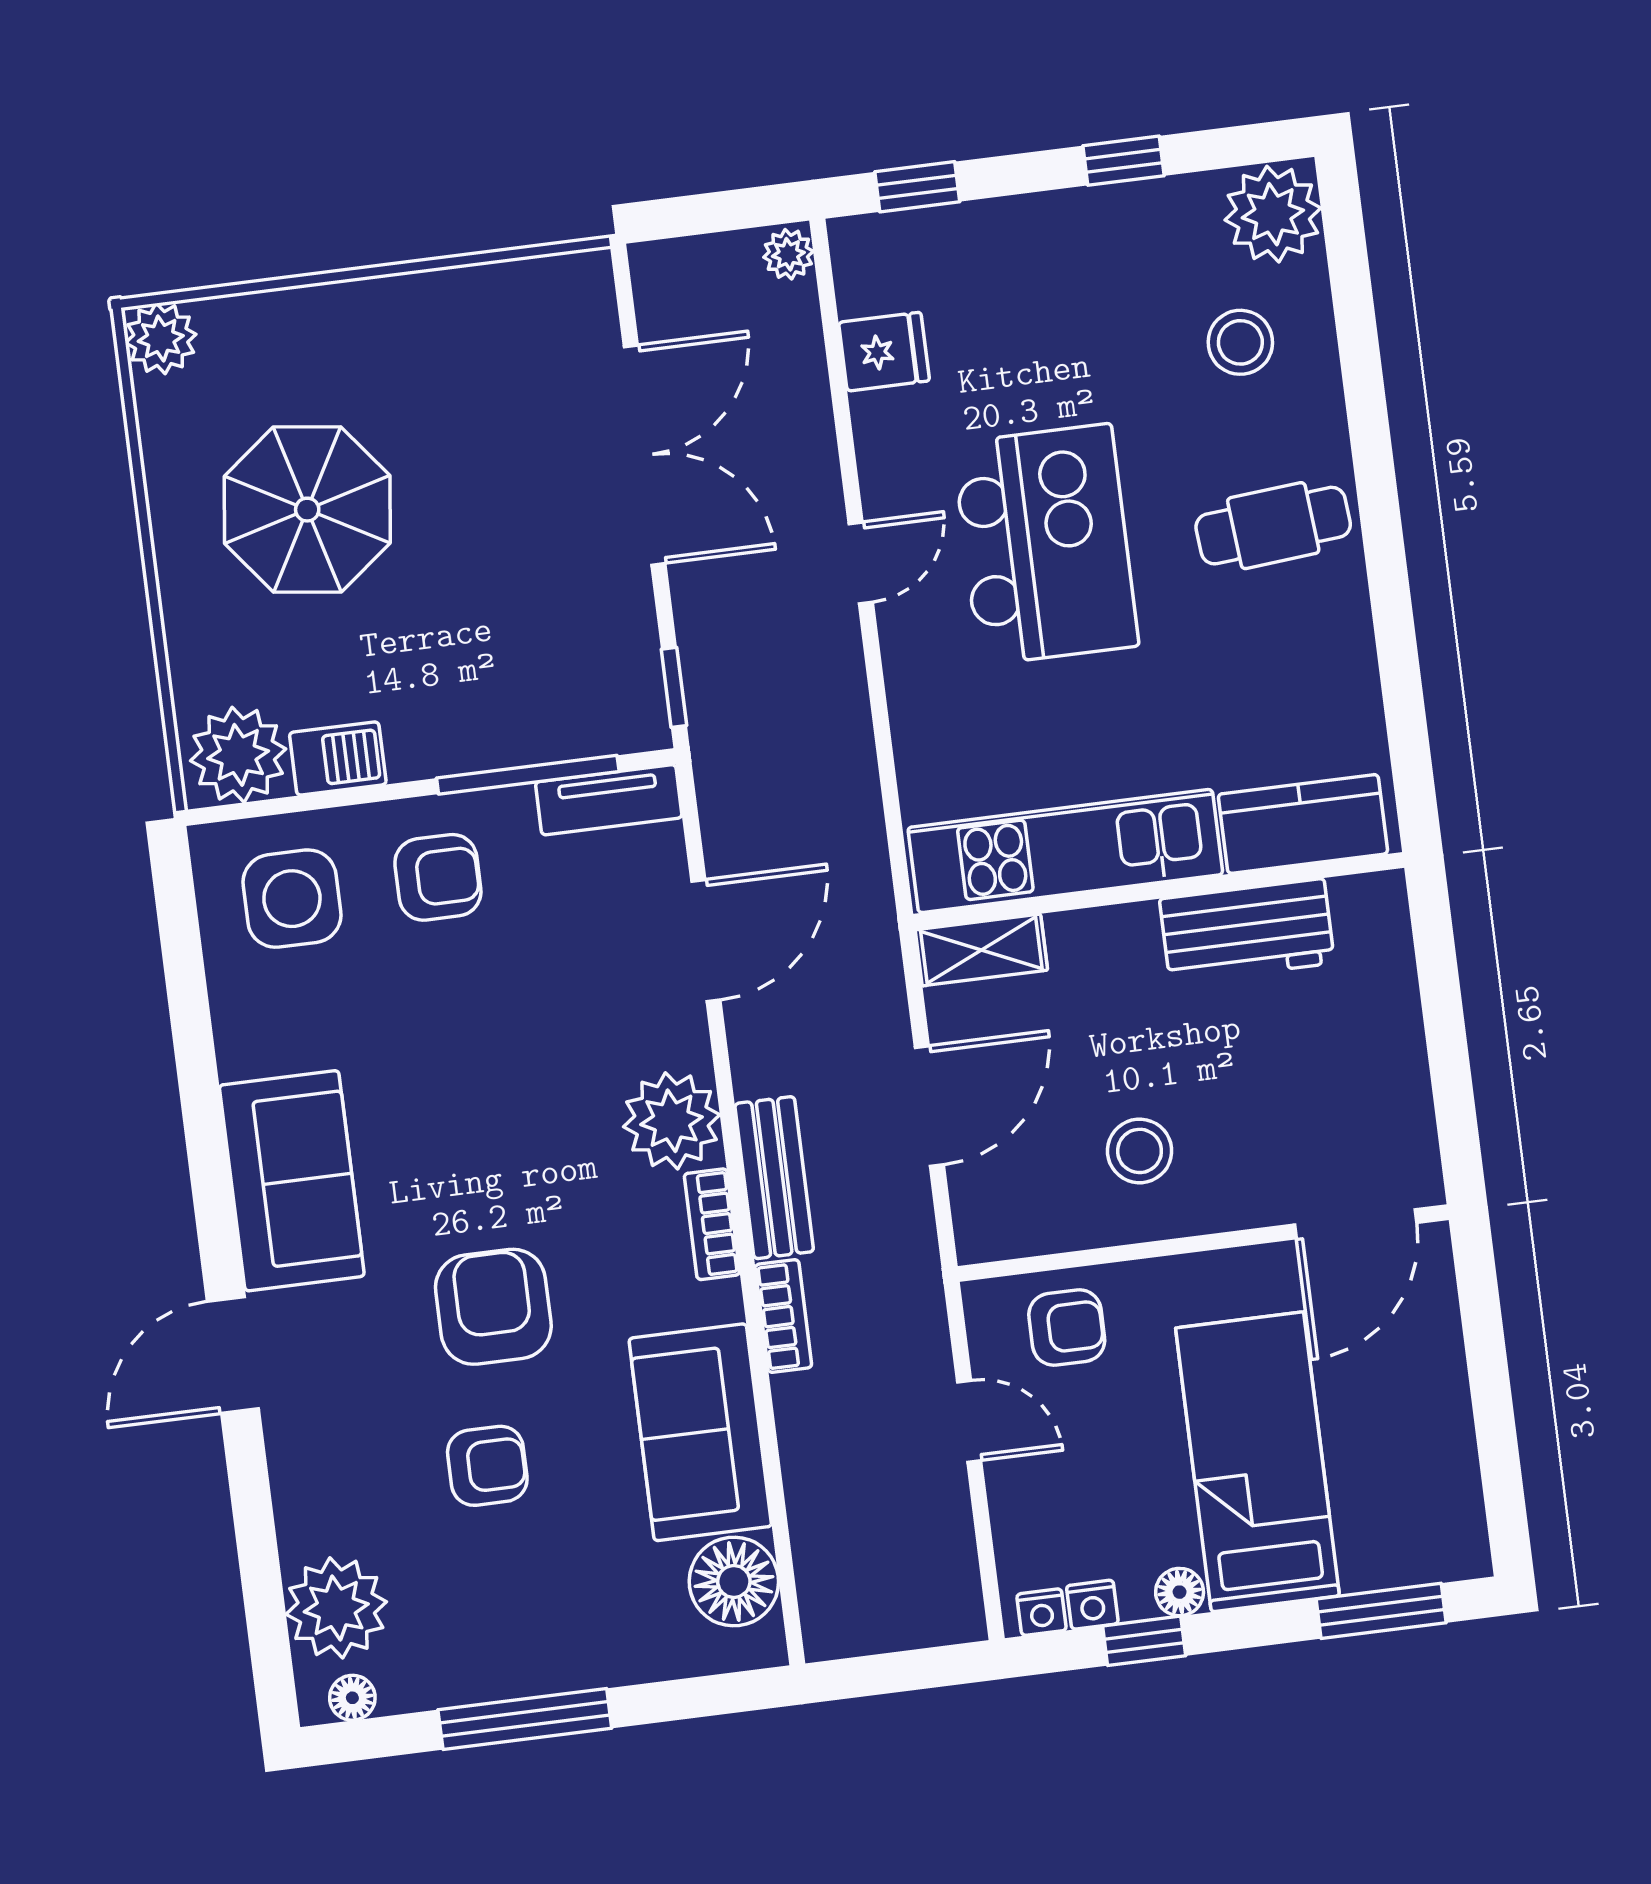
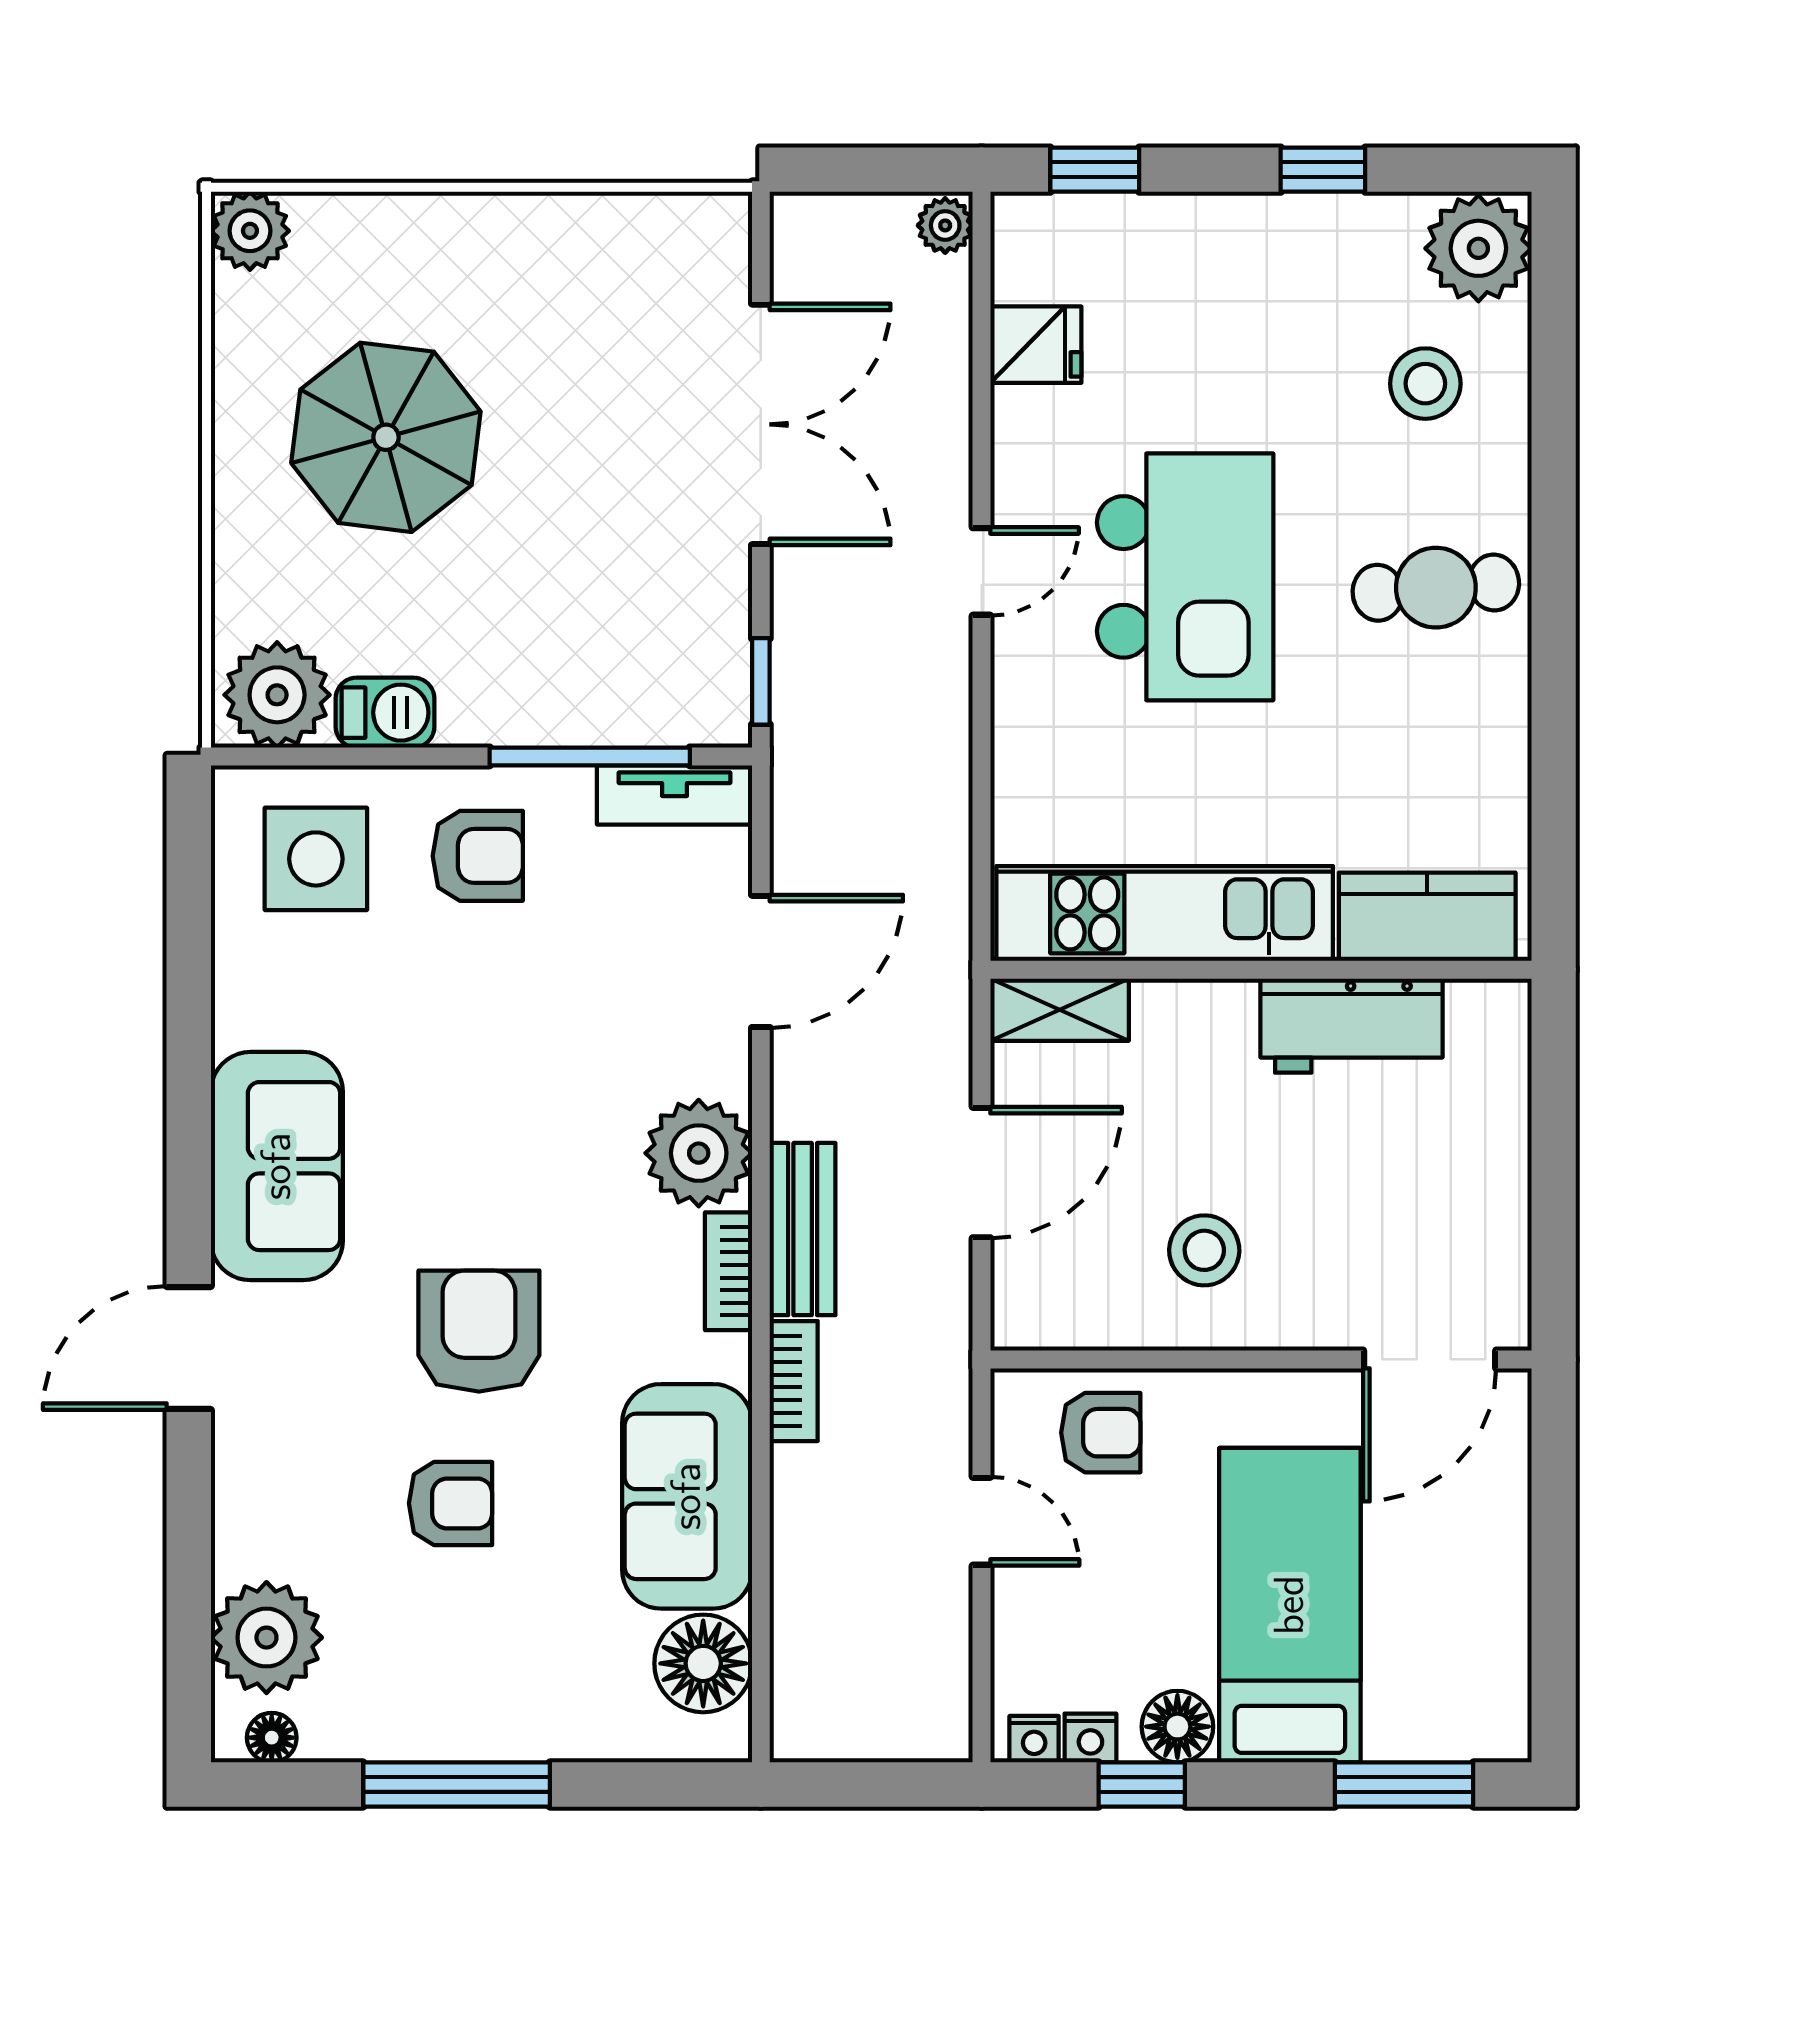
floor lamp: (1180, 1592) -> (1177, 1727), width x1.37, depth x1.37

